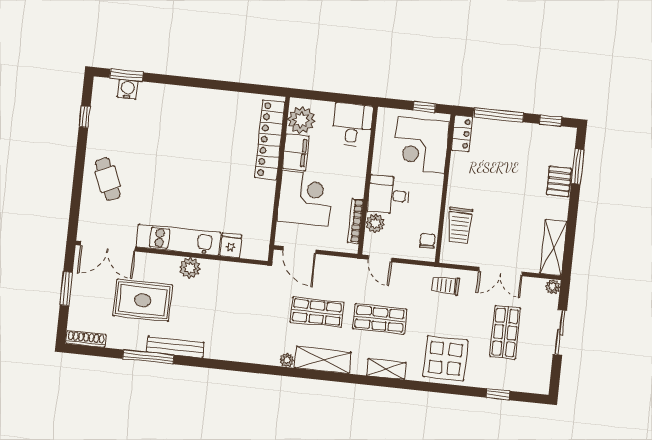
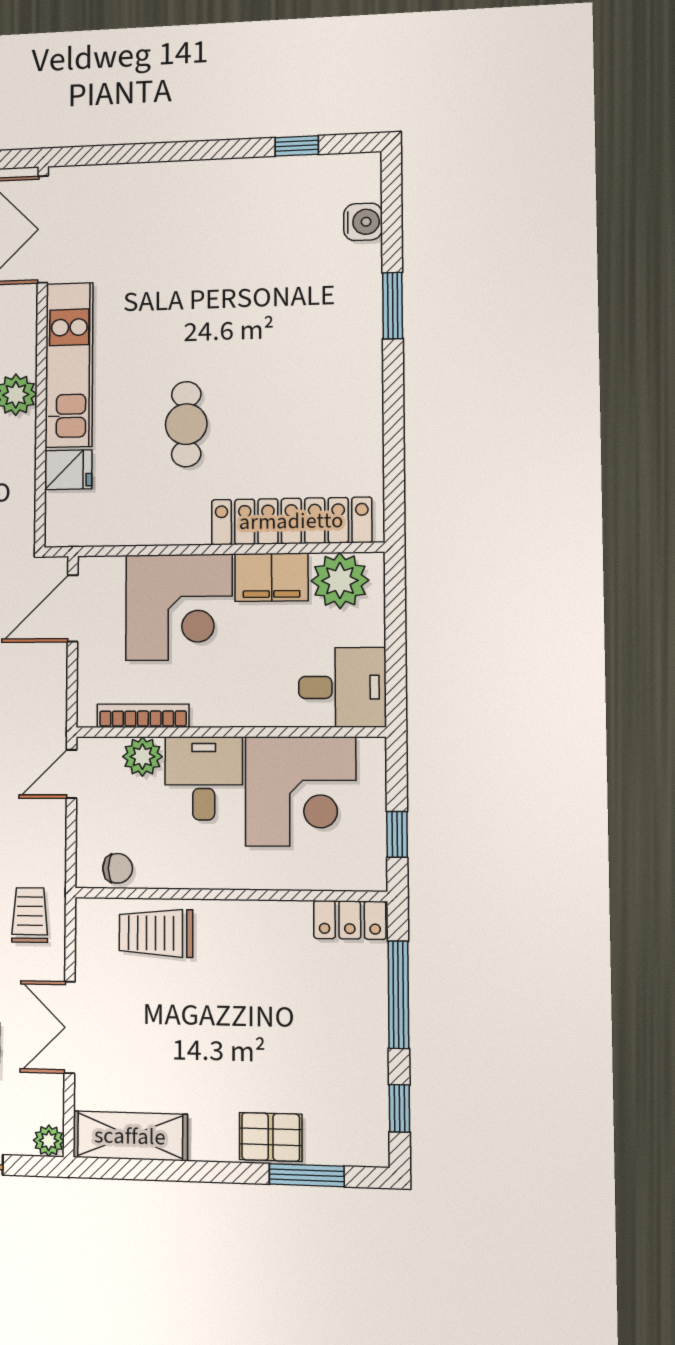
window: (126, 75) -> (393, 306), moved
corner desk: (421, 145) -> (301, 791), moved, turned 180
cafe table: (108, 179) -> (186, 424), moved, turned -67

